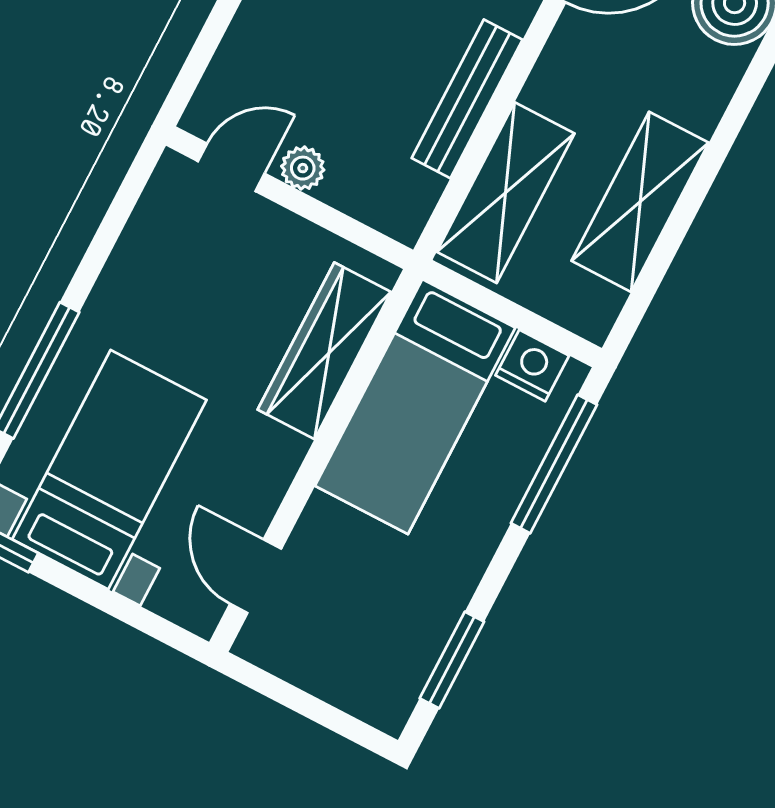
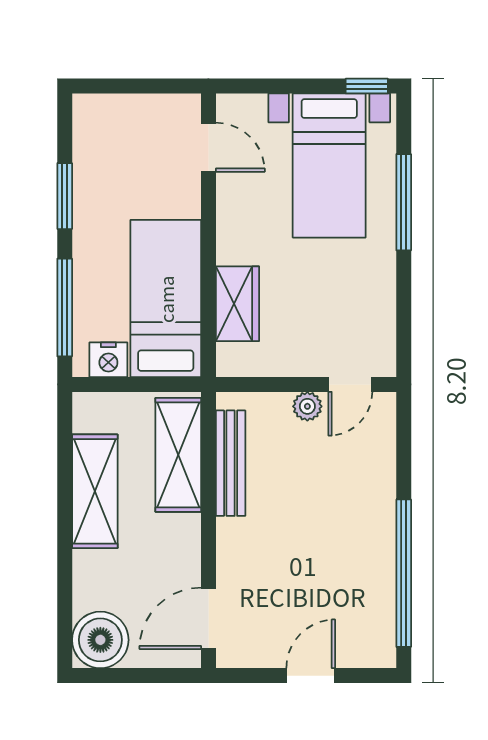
bench: (467, 99) -> (231, 463), moved
wardrobe: (324, 351) -> (237, 304), width x0.67
window: (452, 660) -> (65, 196), moved

